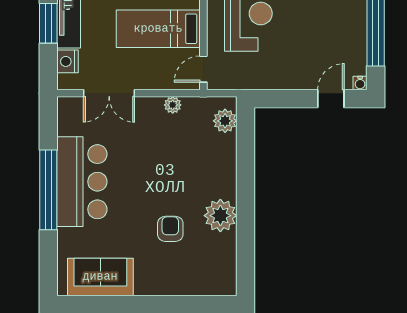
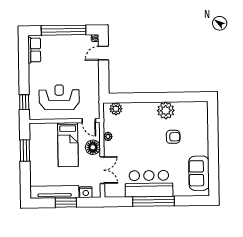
floor lamp: (153, 76) -> (93, 147), added
door: (331, 99) -> (103, 53), hinge flipped
armchair: (170, 229) -> (173, 137), turned 180

